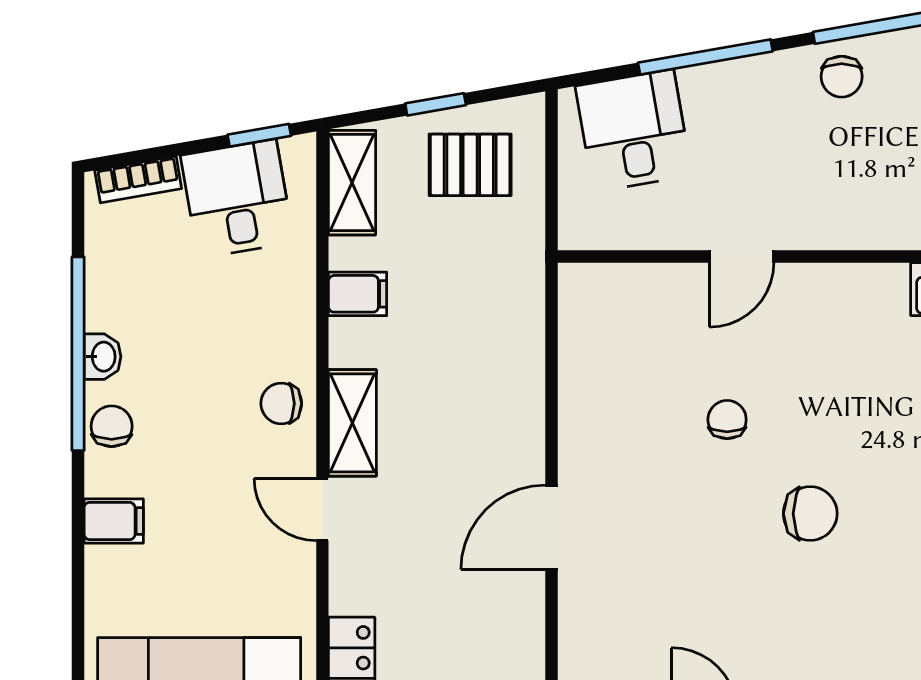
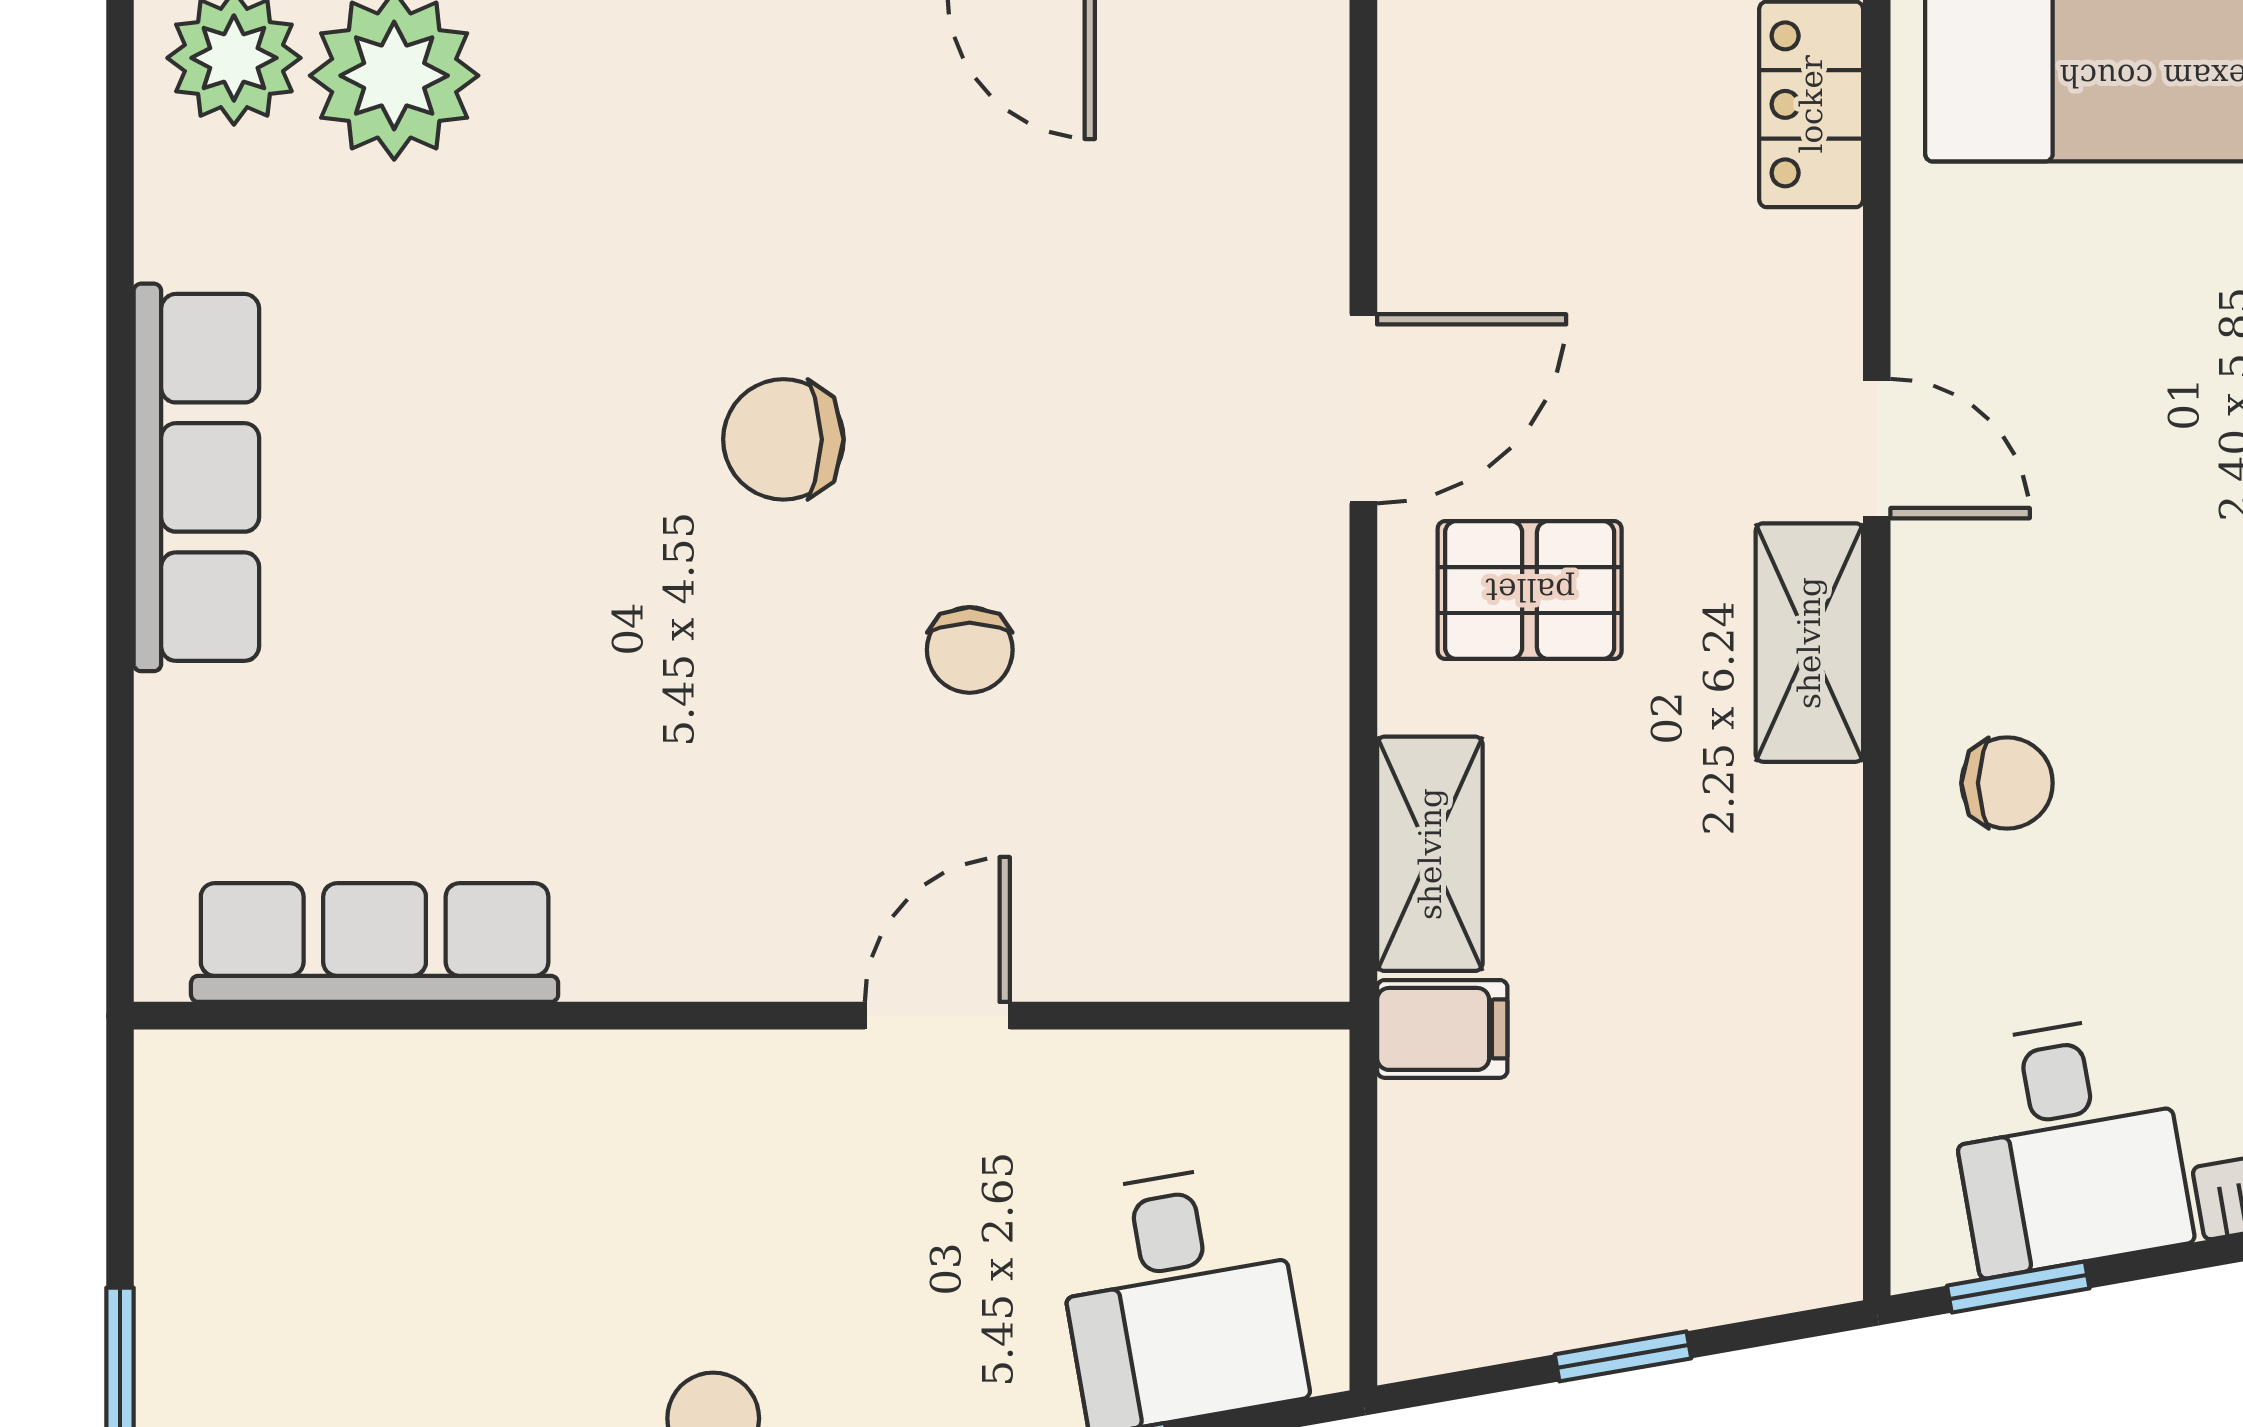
pallet: (470, 165) -> (1530, 590), moved
shelving: (352, 183) -> (1430, 854), moved
filing cabinet: (358, 294) -> (1442, 1029), moved, turned 180
chair: (281, 403) -> (2007, 783), moved

